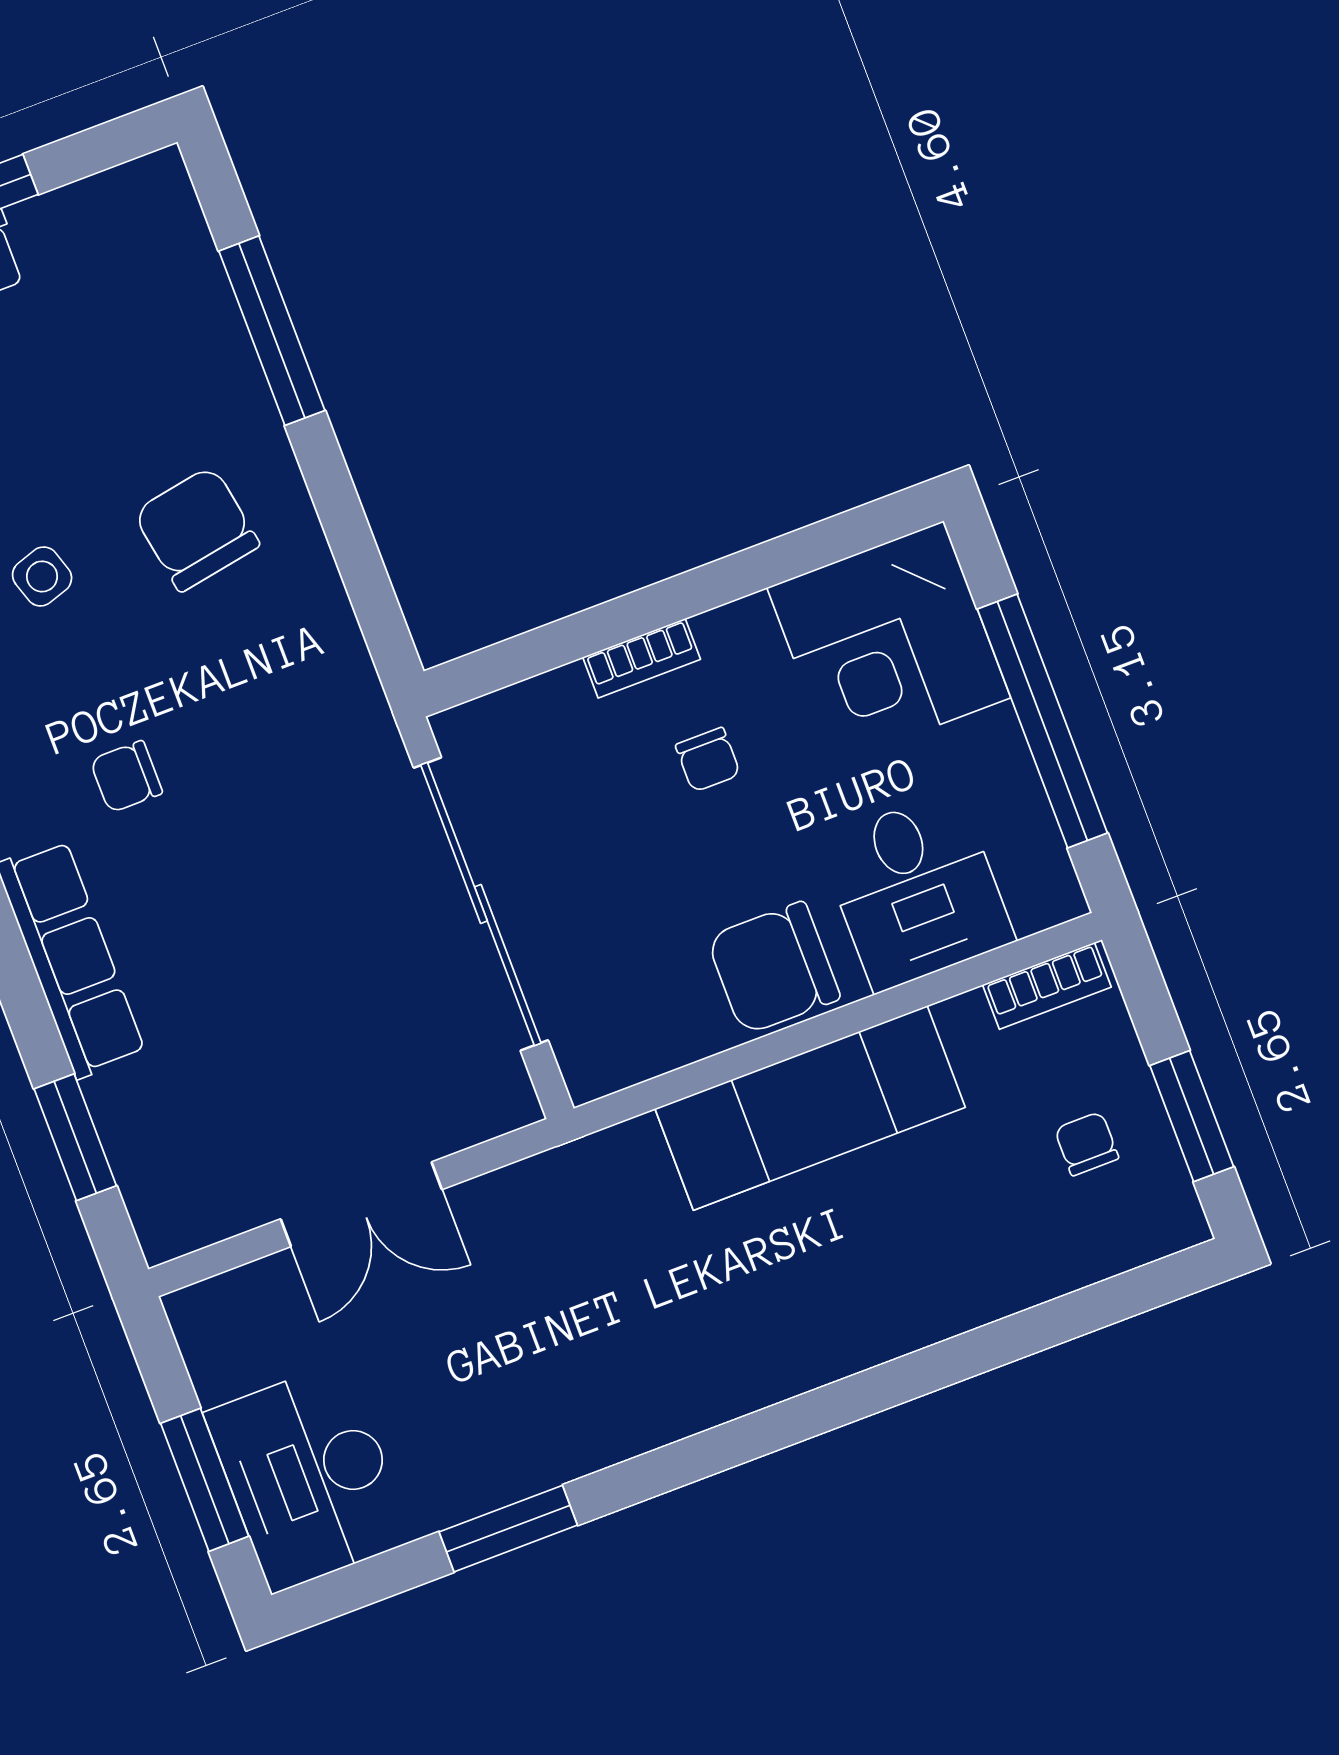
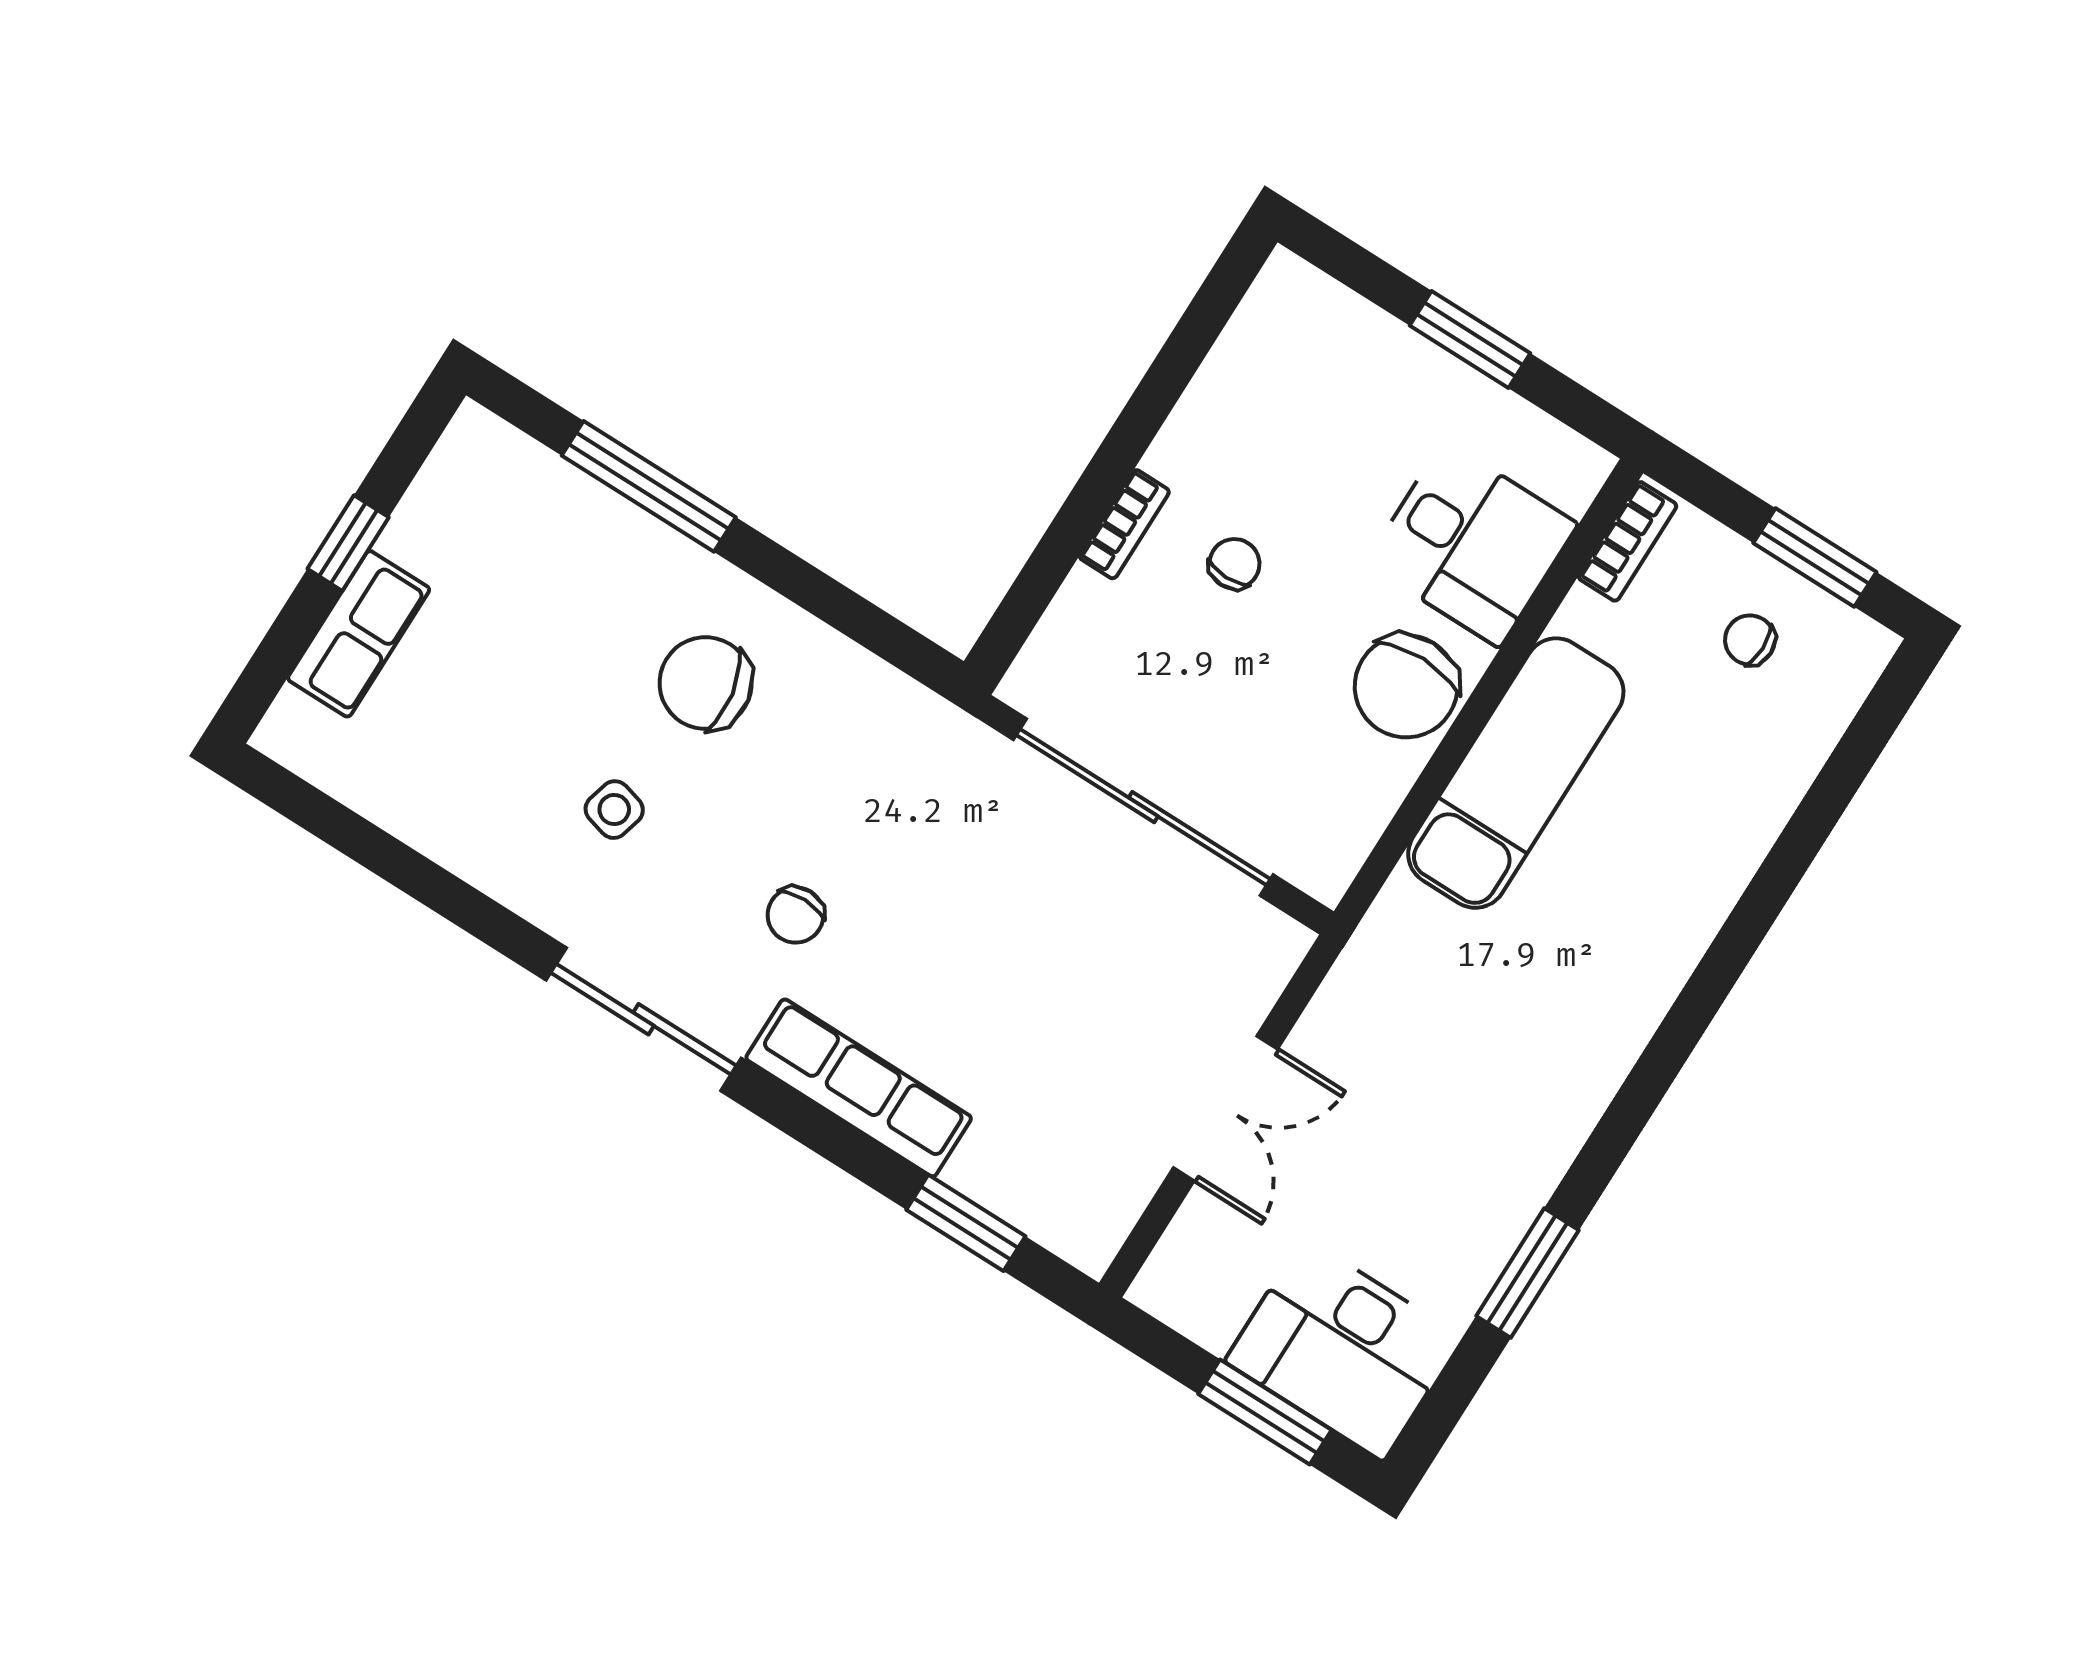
side table: (42, 576) -> (614, 810), turned 33
corner desk: (889, 643) -> (1306, 368), removed
window: (1042, 721) -> (1470, 339), width x0.47
chair: (708, 760) -> (1234, 564), turned -90

